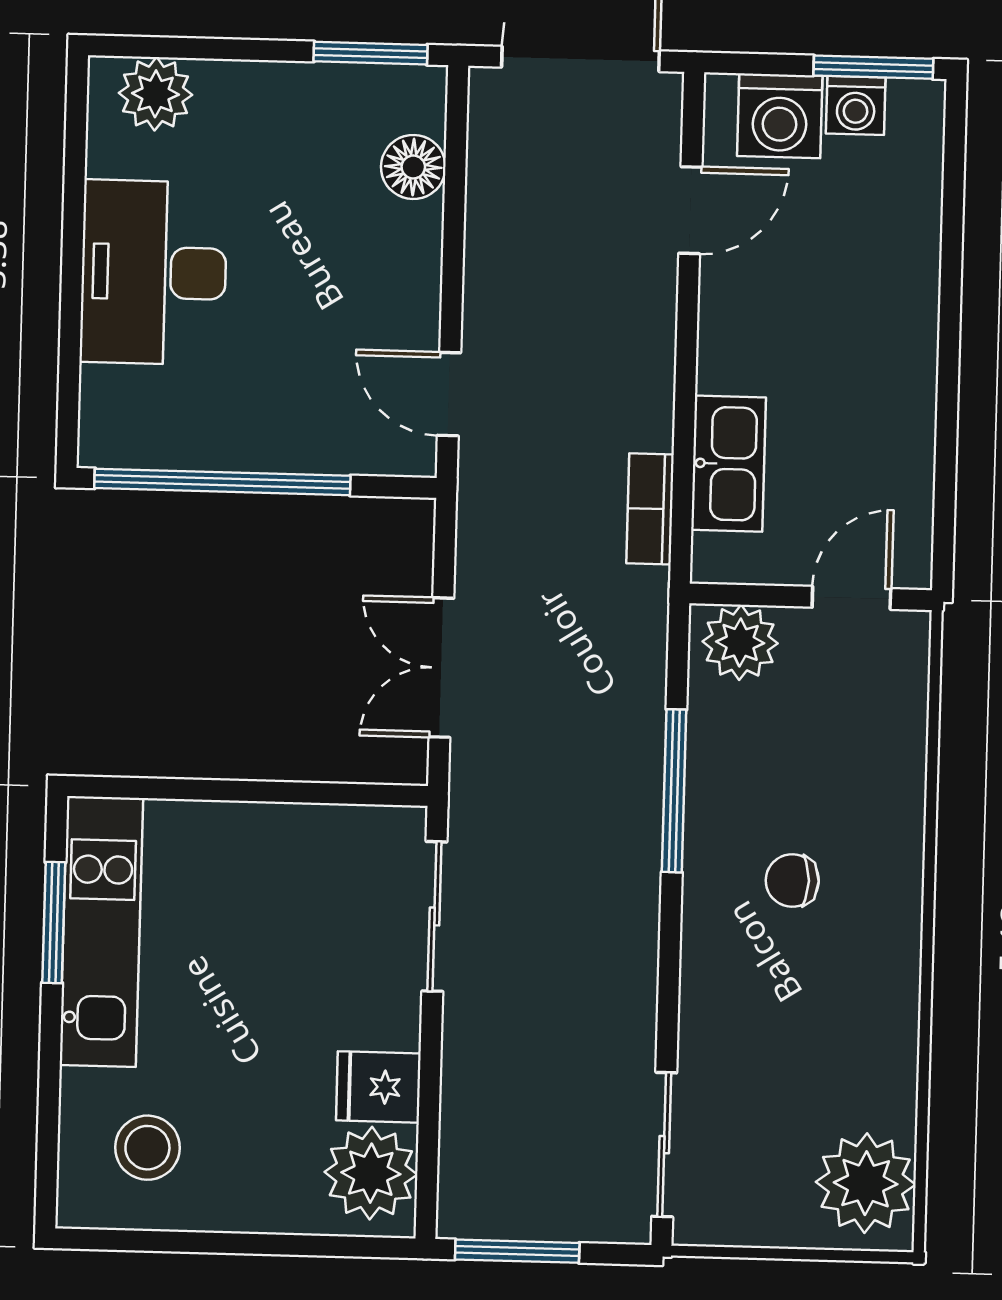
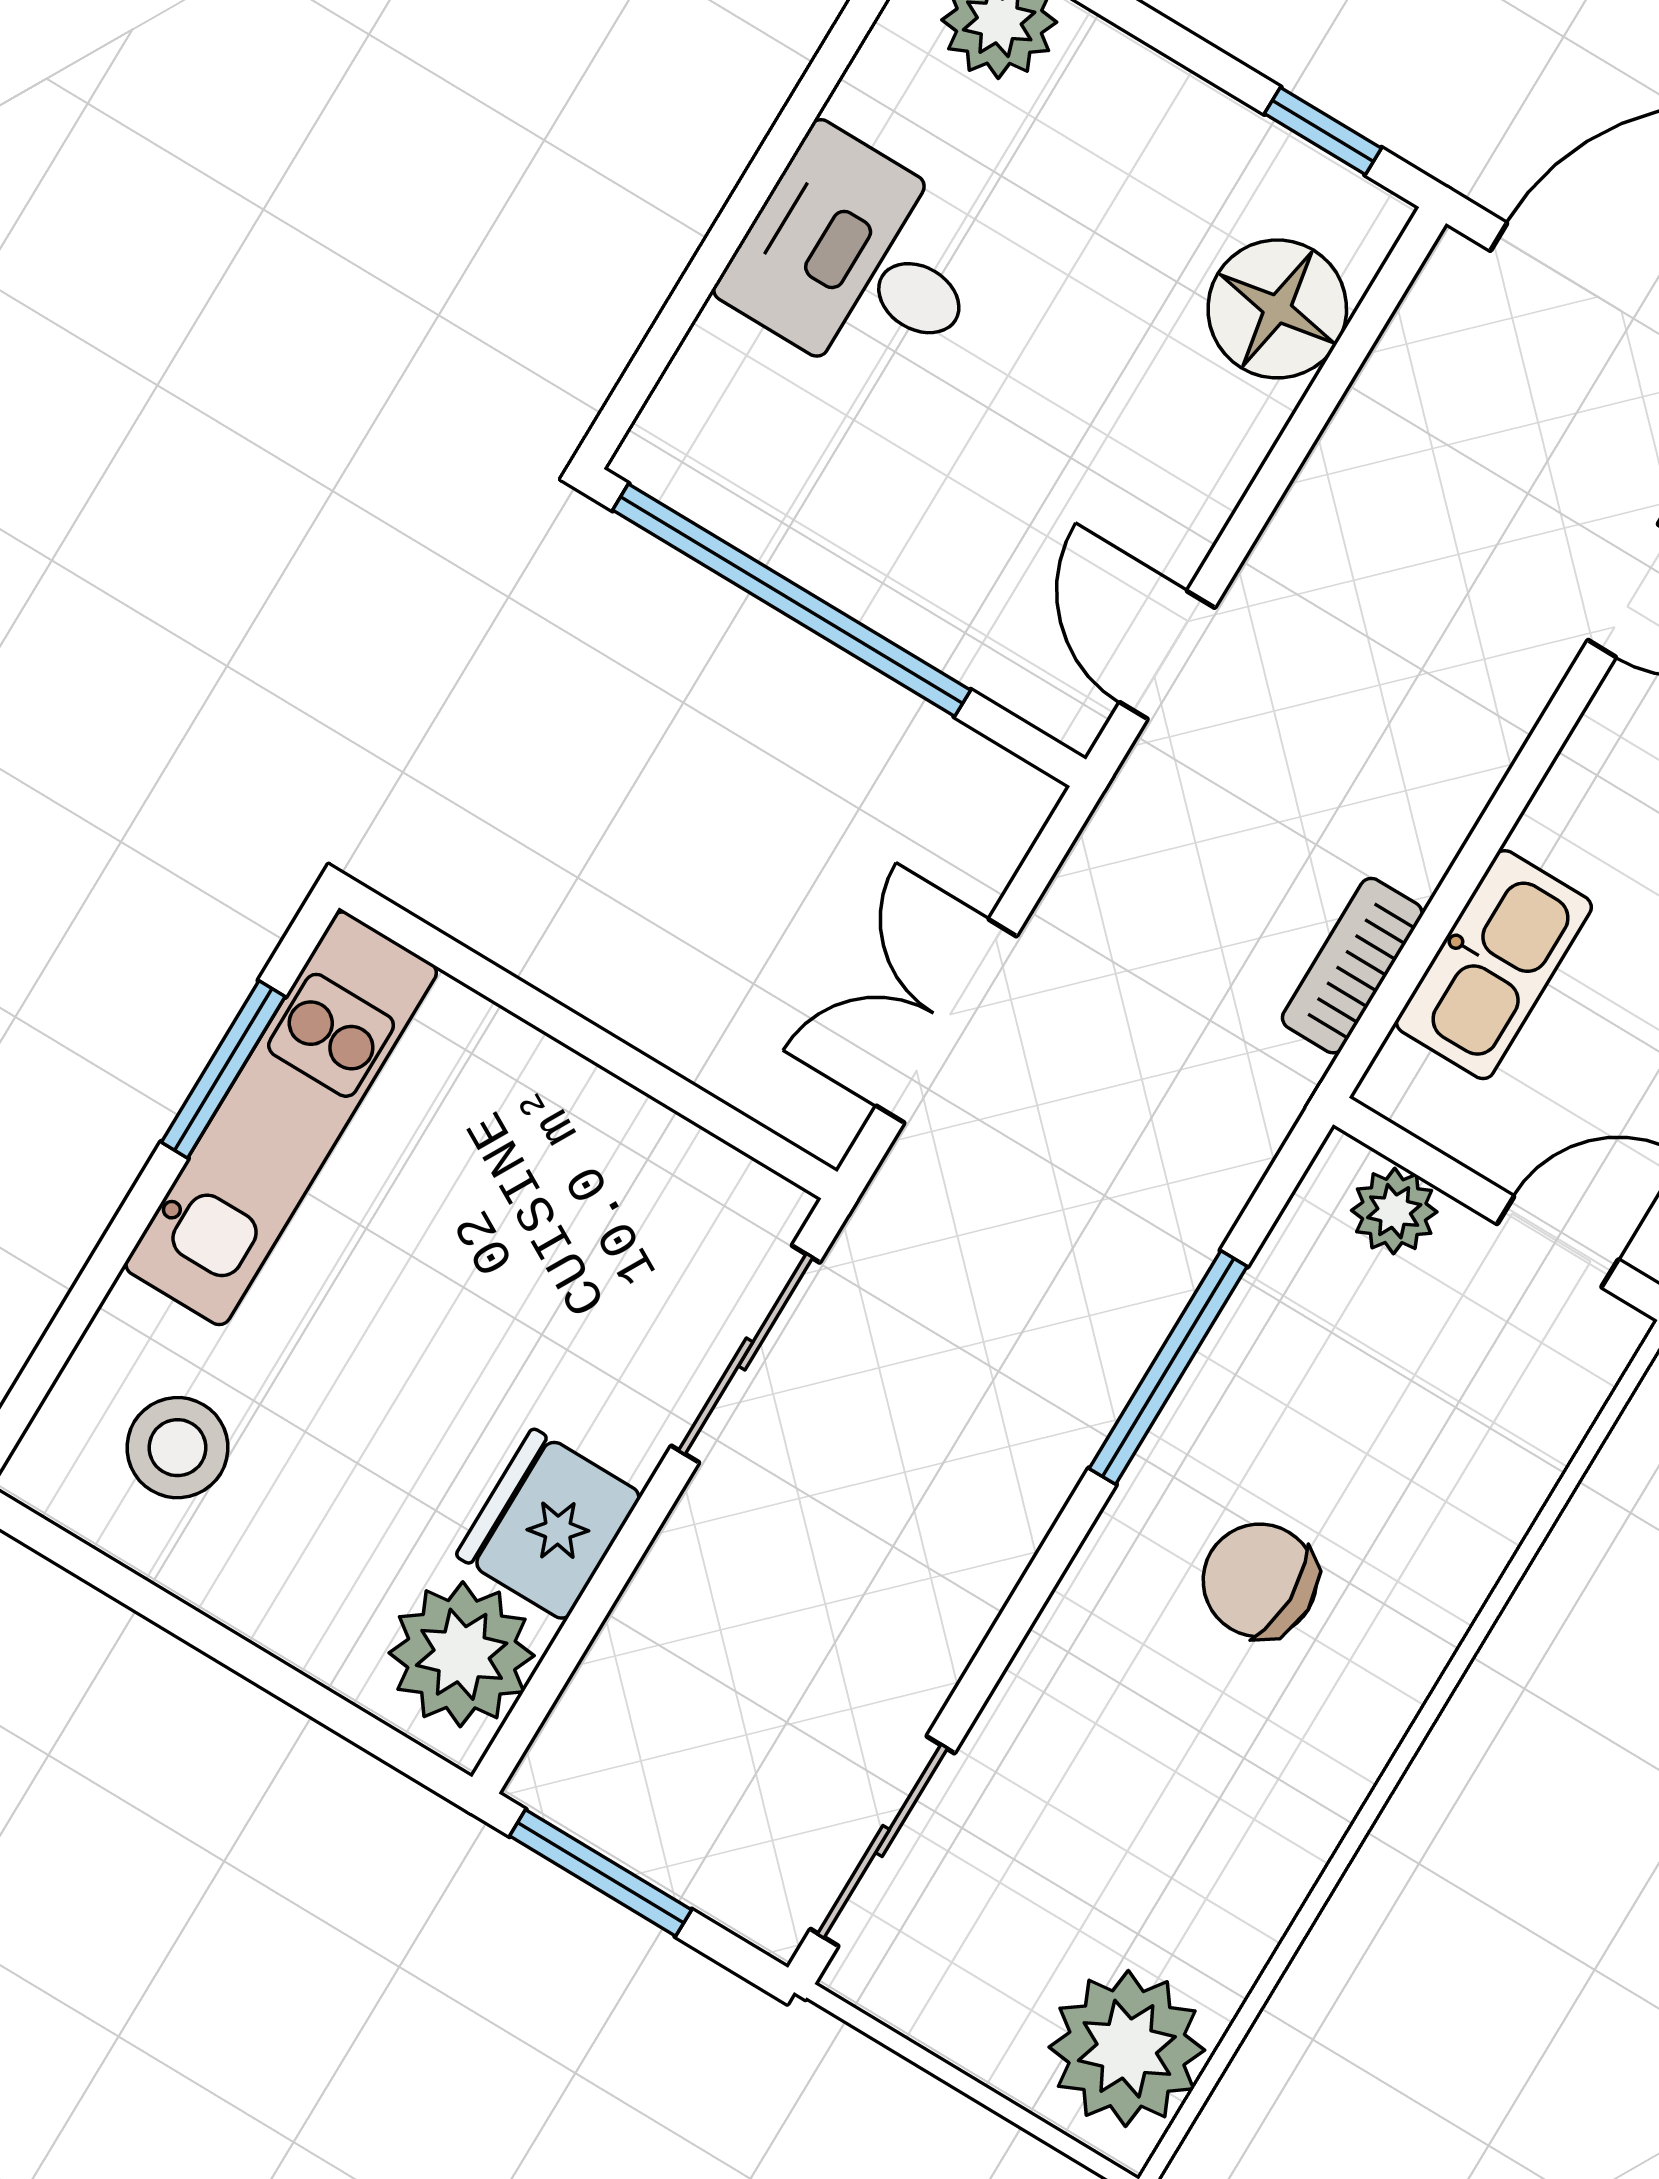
window: (371, 53) -> (1323, 131), width x0.67
floor lamp: (413, 167) -> (1277, 309), width x1.38, depth x1.38
desk: (154, 272) -> (859, 262), width x0.73
plant: (740, 642) -> (1394, 1211), width x0.73, depth x0.73
chair: (792, 881) -> (1260, 1580), width x1.37, depth x1.37
fridge: (378, 1087) -> (549, 1525), width x1.38

